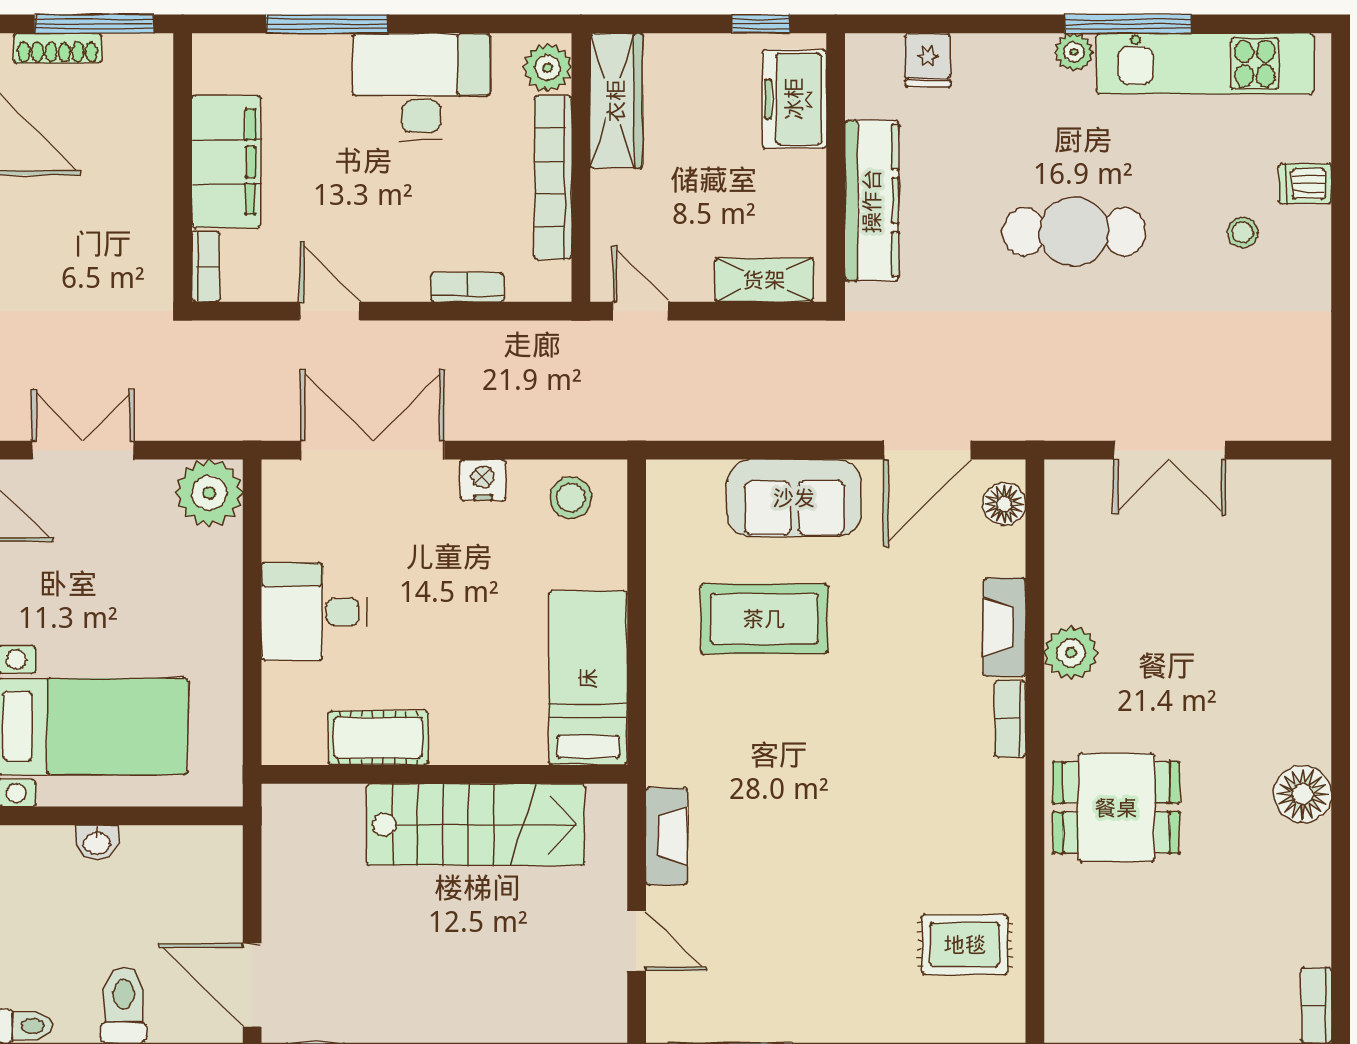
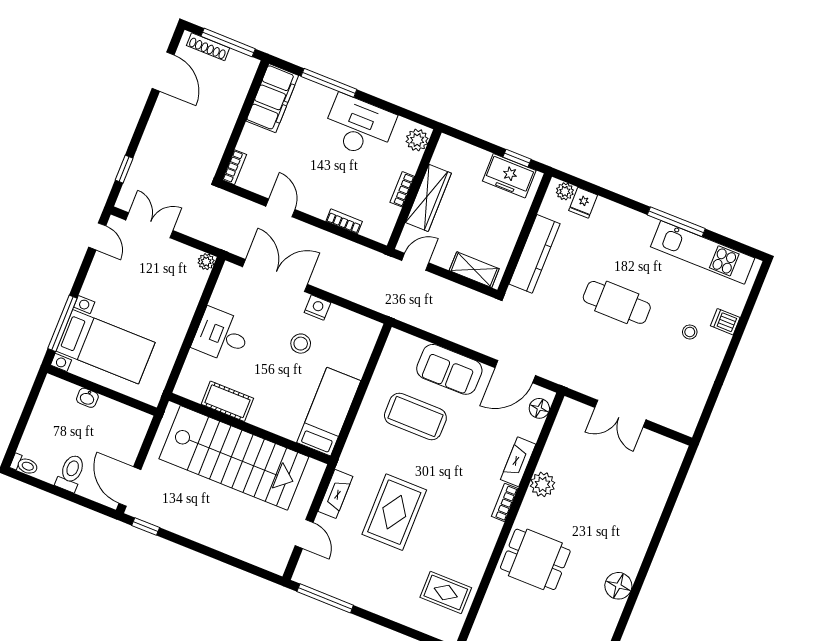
plant: (1074, 52) -> (565, 191), moved
freezer: (794, 99) -> (509, 176), moved, turned -90
wardrobe: (616, 101) -> (428, 198), moved
filing cabinet: (226, 162) -> (272, 98), moved
bookcase: (553, 177) -> (402, 189), width x0.43, depth x0.76
door: (641, 311) -> (415, 262), hinge flipped
plant: (209, 493) -> (206, 262), width x0.53, depth x0.53
stool: (571, 498) -> (301, 344), moved
stairs: (476, 825) -> (234, 458), width x1.36, depth x1.51
rug: (798, 826) -> (394, 512), added

